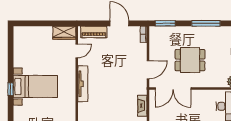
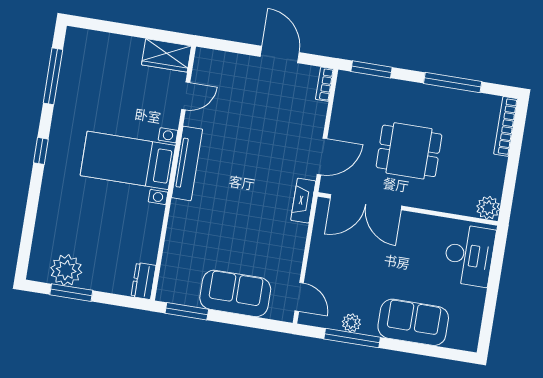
piano: (94, 32) -> (226, 63), removed
window: (11, 52) -> (53, 76), added
bed with nightstands: (35, 87) -> (128, 160), moved, turned 180
fireplace: (142, 106) -> (303, 201), moved

